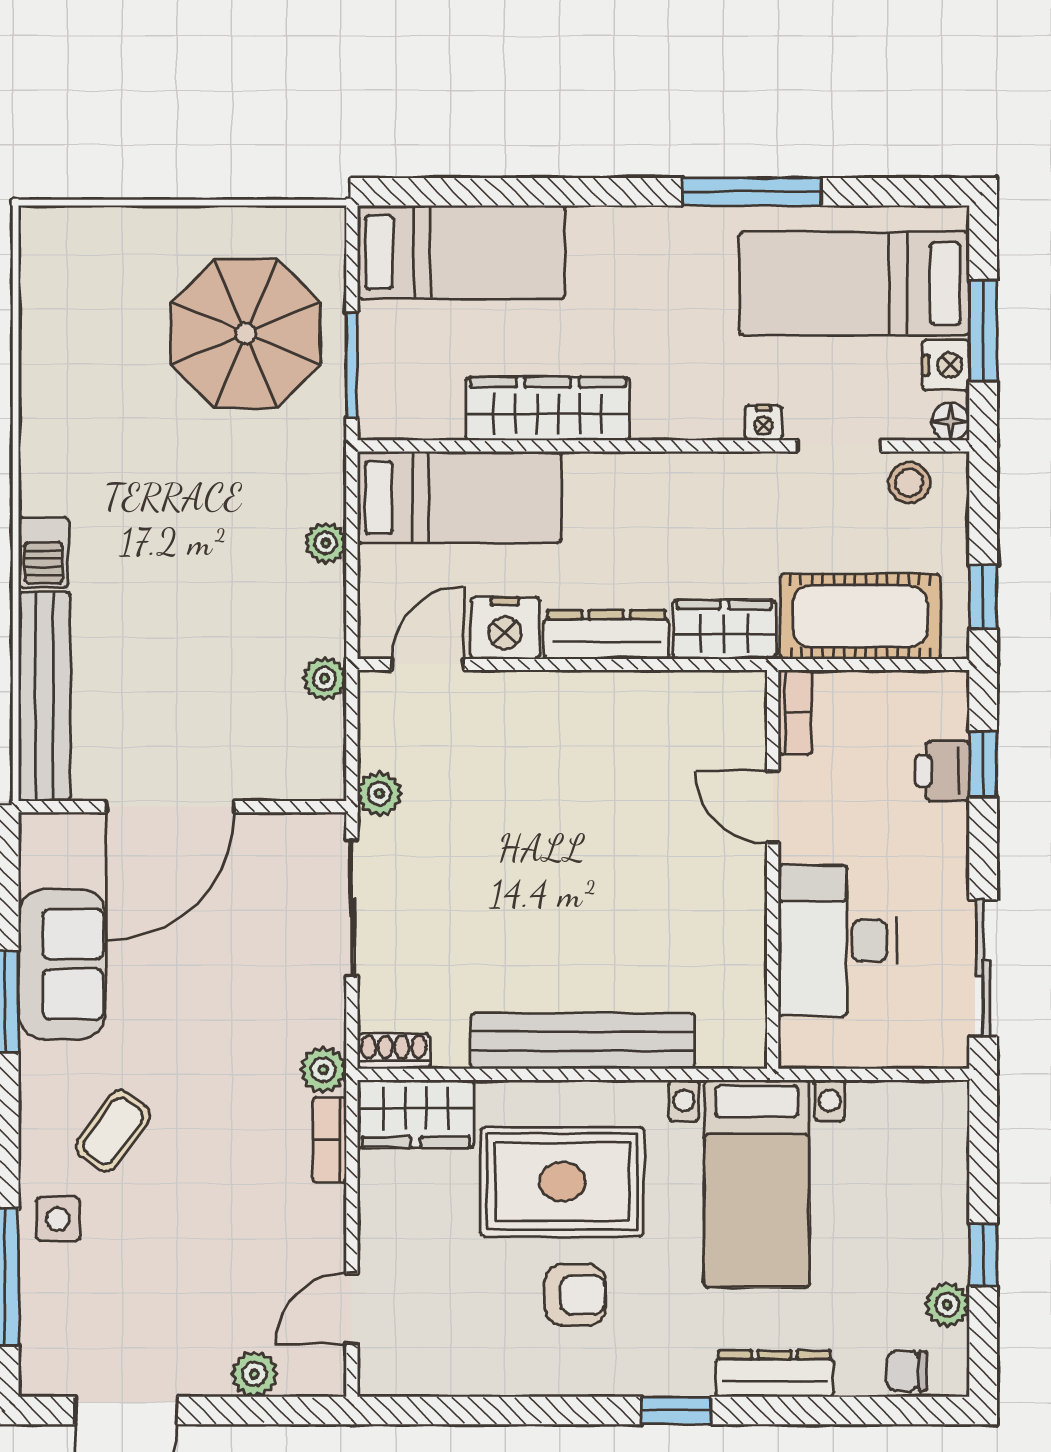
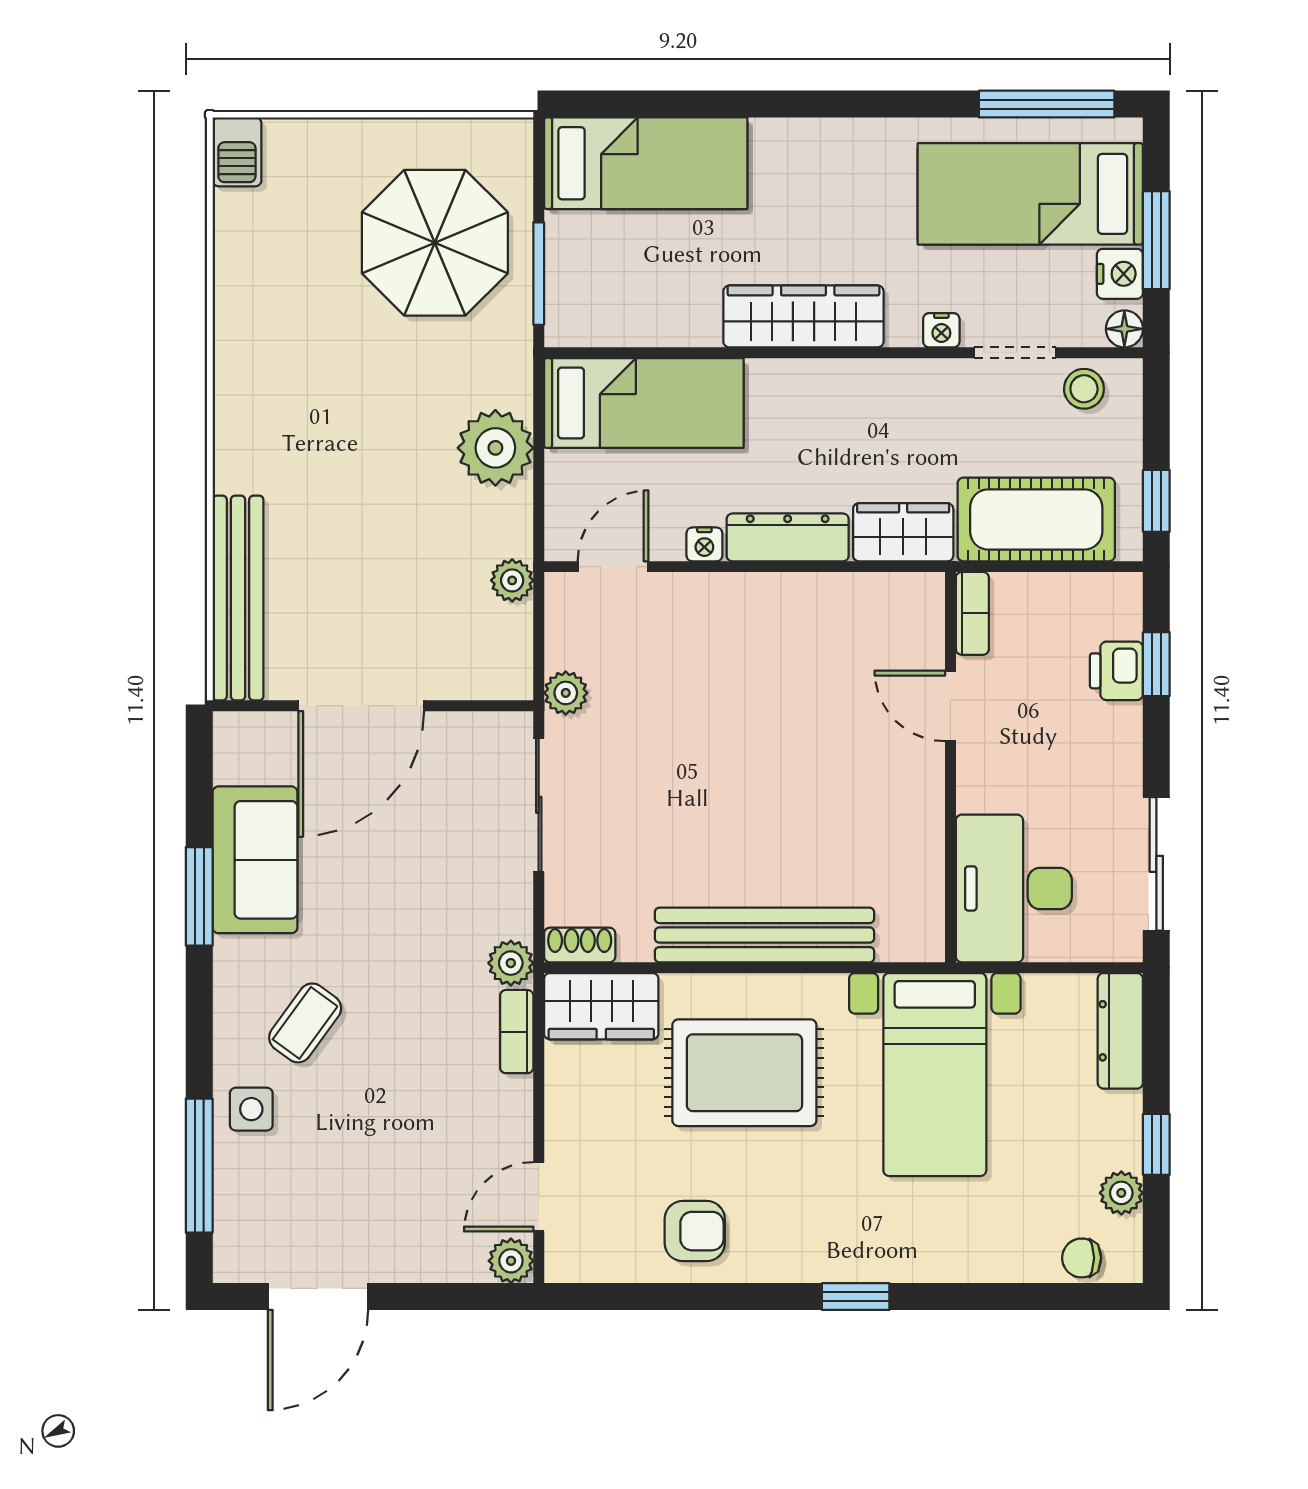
window: (752, 192) -> (1047, 104), moved
wardrobe: (548, 409) -> (803, 316), moved
plant: (326, 543) -> (495, 448), width x1.88, depth x1.88
barbecue: (43, 552) -> (237, 152), moved
nightstand: (505, 628) -> (704, 544), width x0.53, depth x0.56
desk: (837, 941) -> (1014, 888), moved
armchair: (575, 1295) -> (695, 1231), moved
plant: (254, 1374) -> (511, 1261), moved
dresser: (774, 1374) -> (1120, 1031), moved, turned -90

